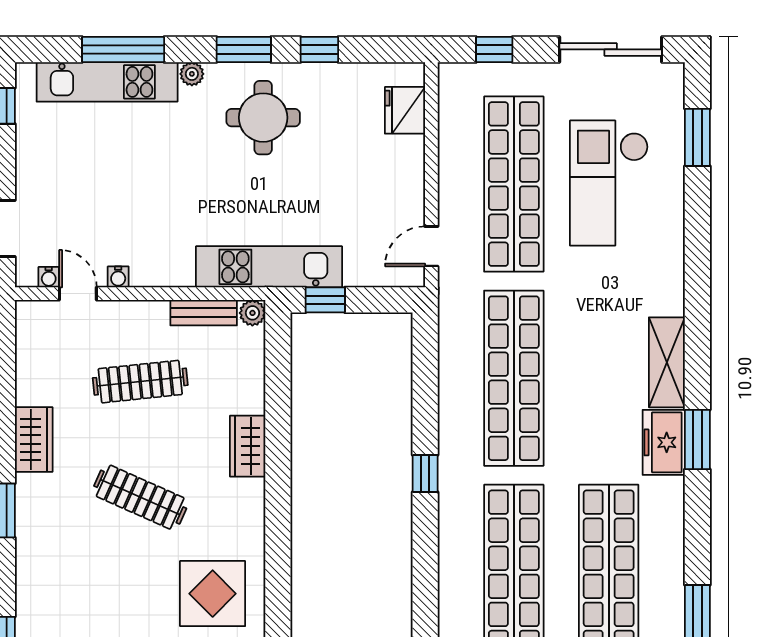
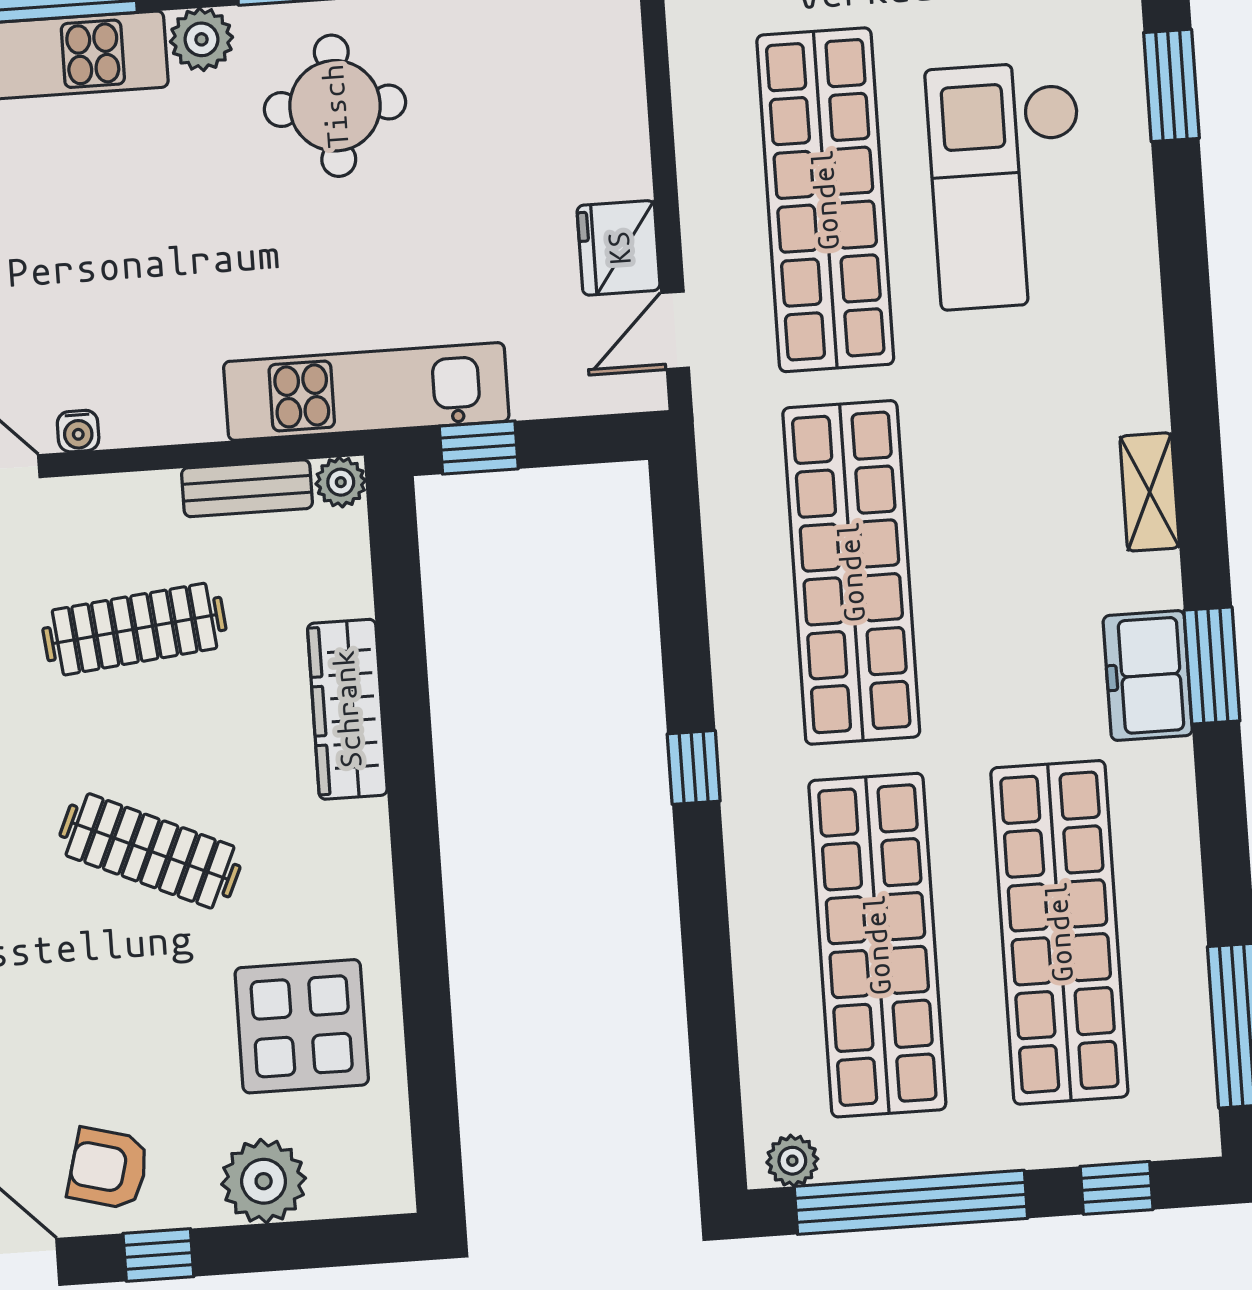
plant: (192, 74) -> (201, 39), width x1.38, depth x1.38
fridge: (405, 110) -> (619, 248), moved
shelving: (667, 362) -> (1150, 492), width x0.67, depth x0.75
wardrobe: (248, 446) -> (347, 709), width x1.50

